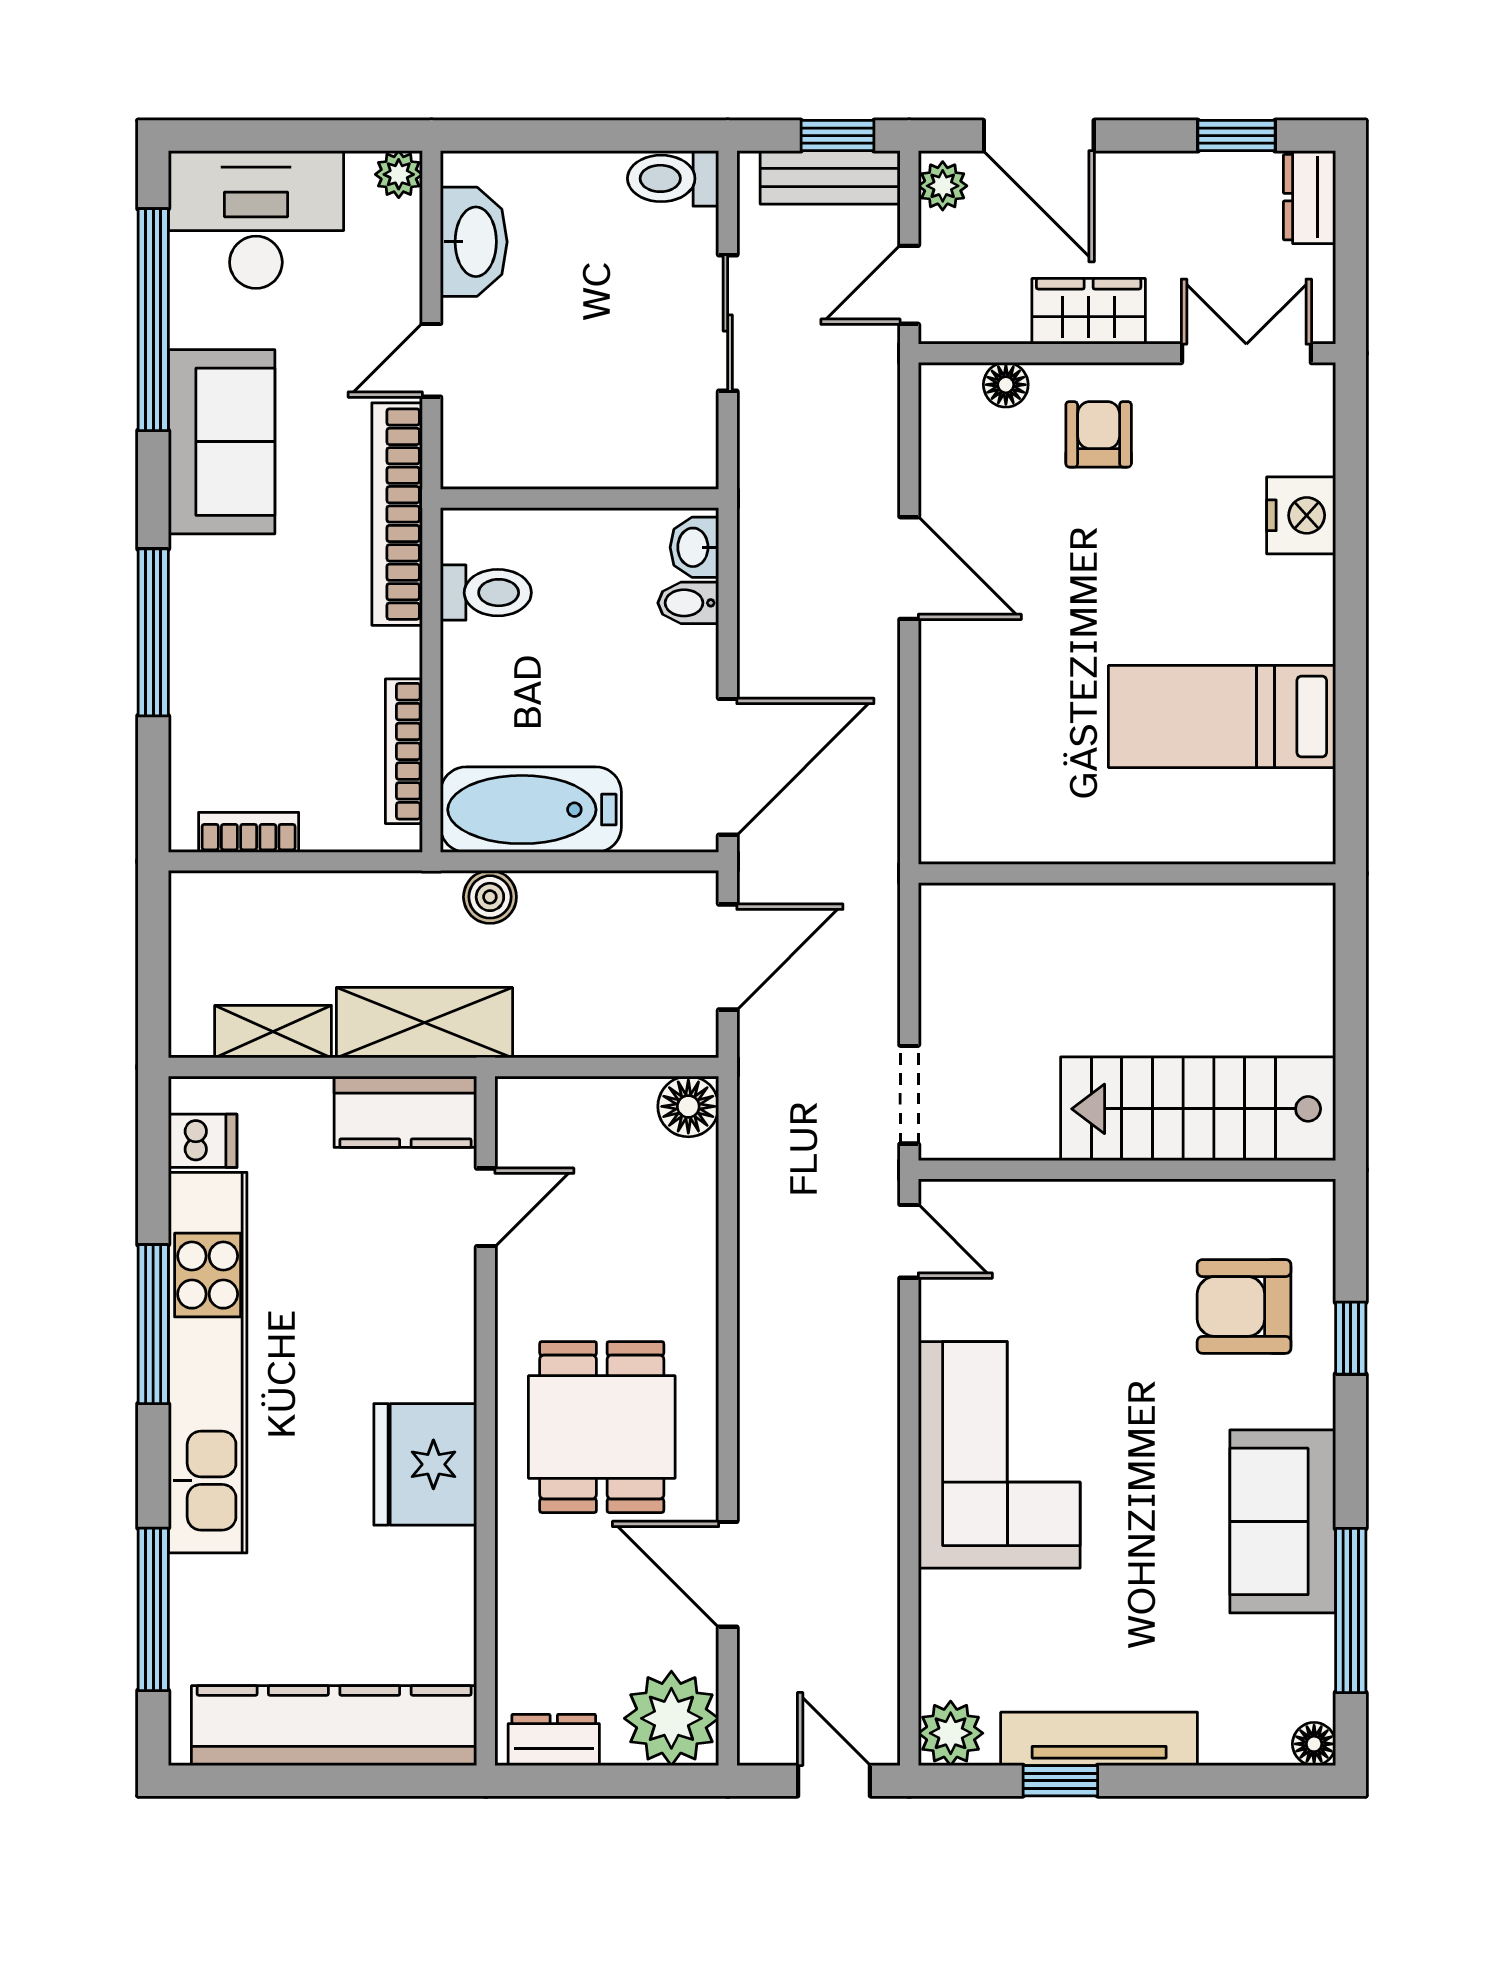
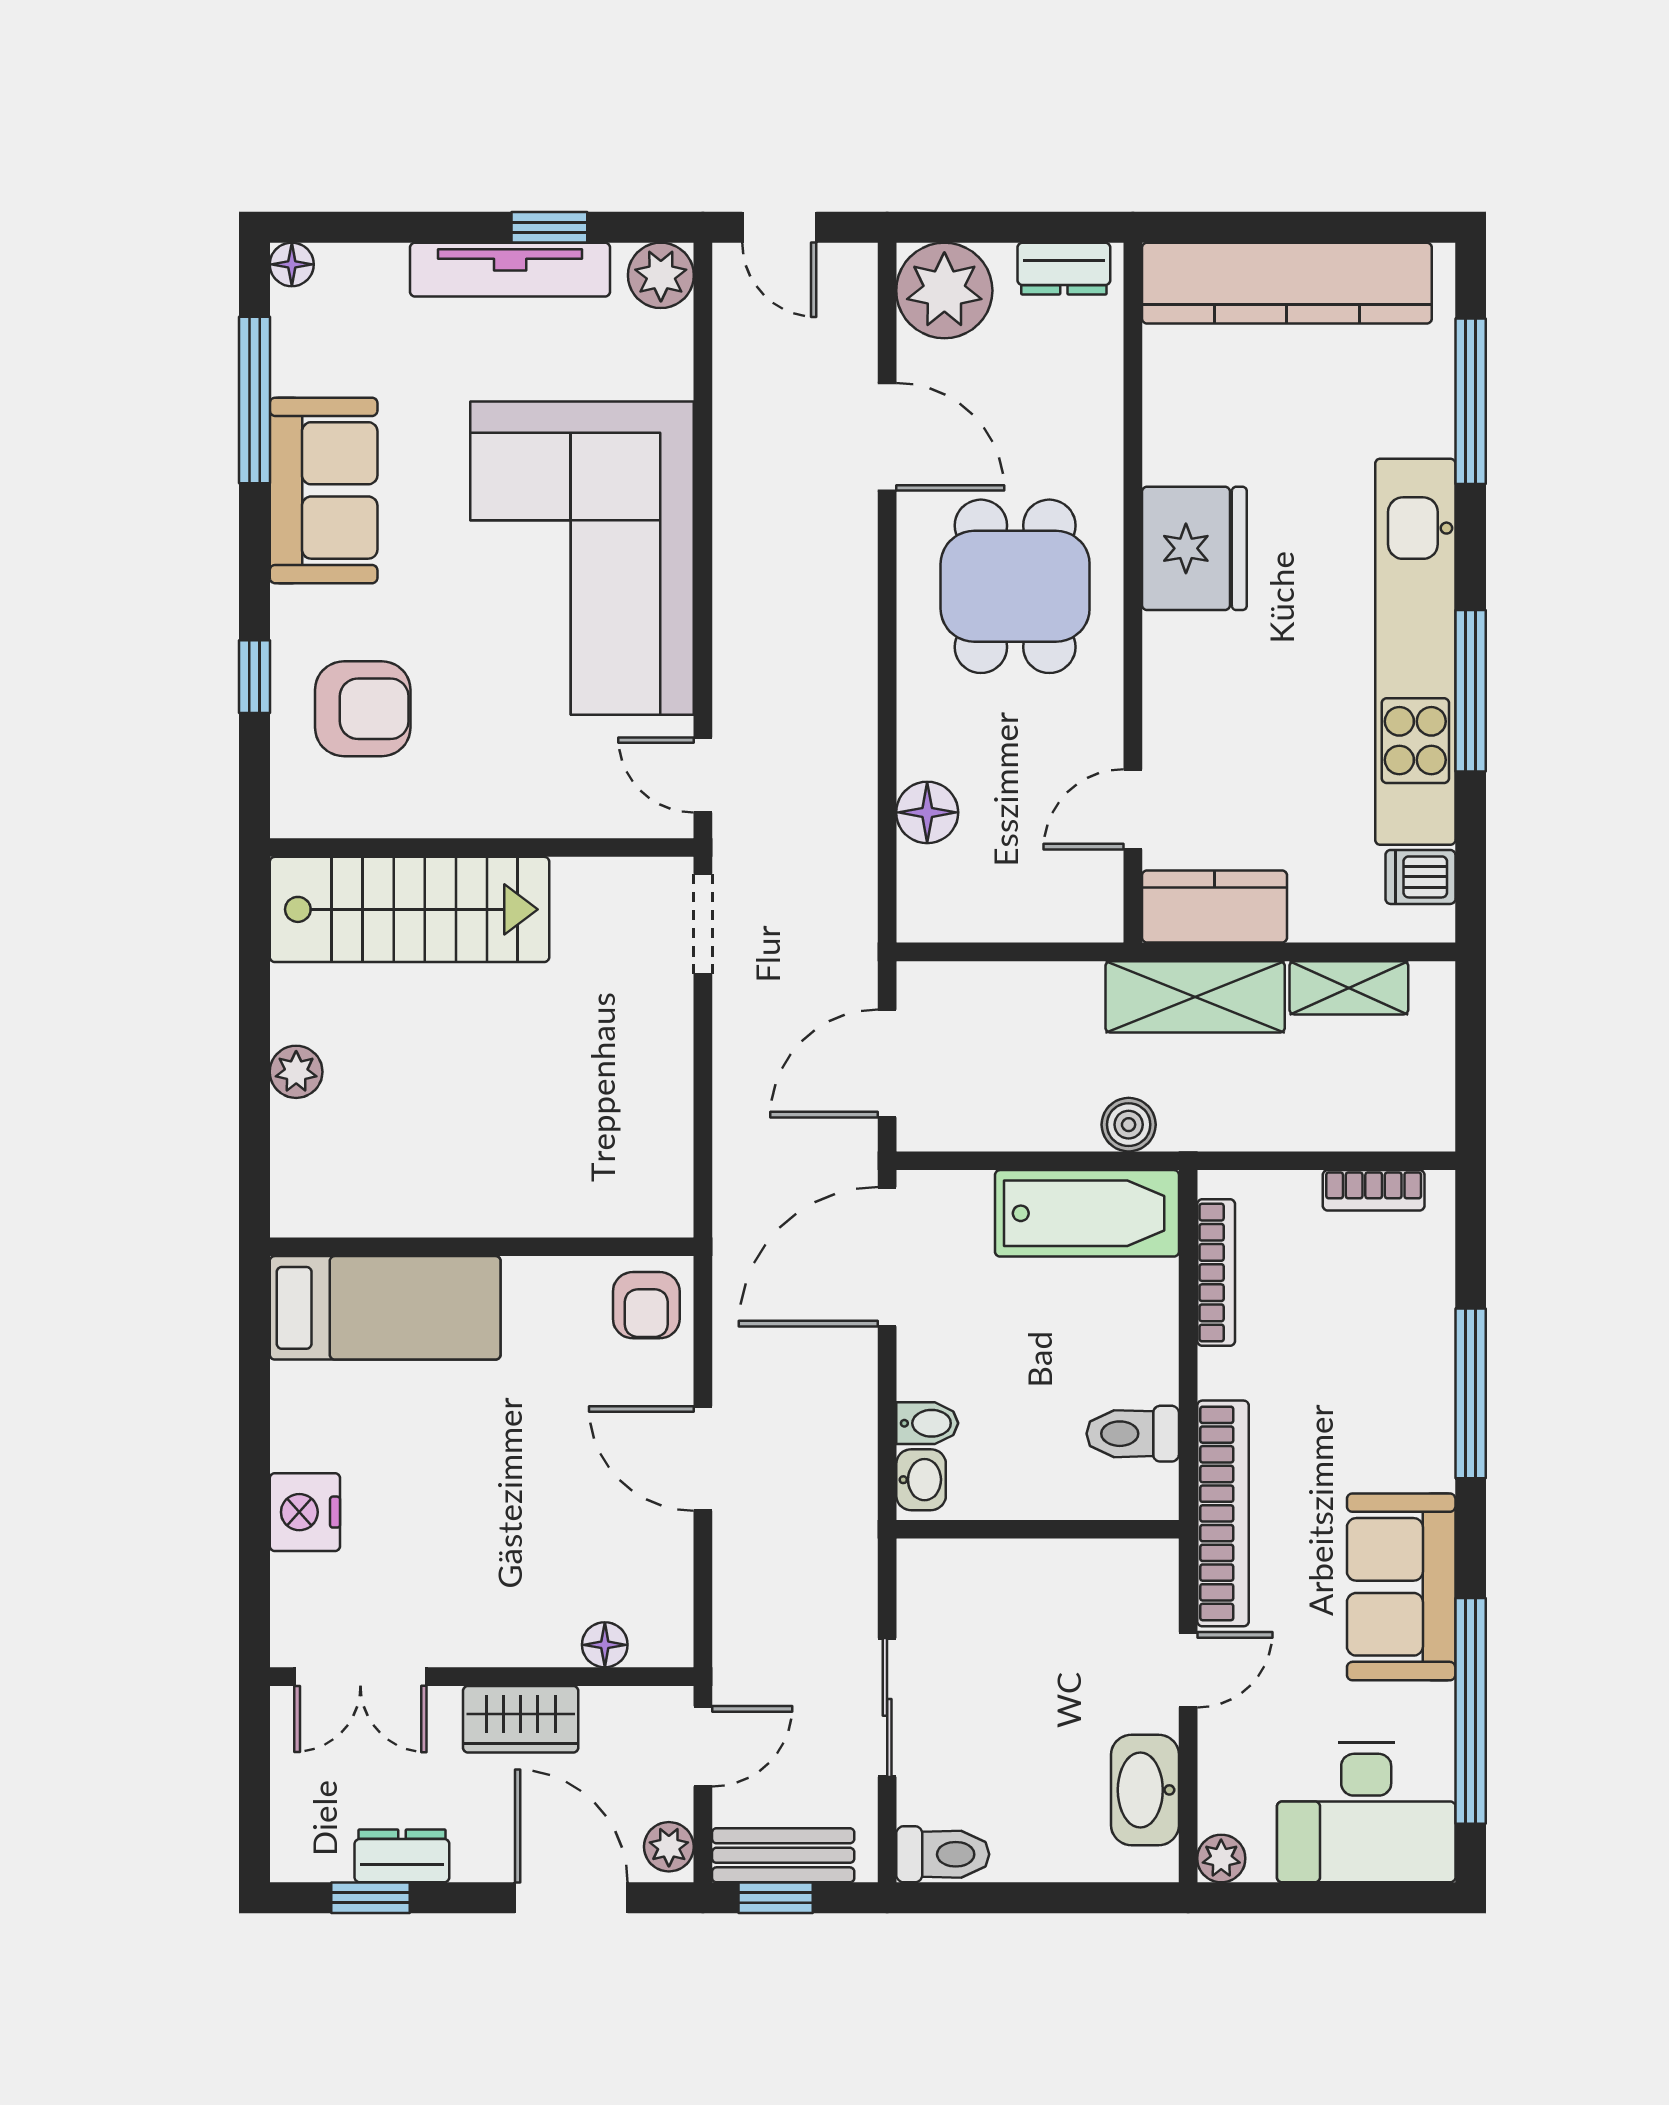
dresser: (1309, 197) -> (402, 1856), moved, turned -90
armchair: (1099, 434) -> (646, 1305), moved
wall: (1127, 873) -> (482, 1247), moved
plant: (1310, 949) -> (296, 1072), added
floor lamp: (688, 1106) -> (927, 812), moved
corner sofa: (999, 1455) -> (582, 558), width x1.36, depth x1.36

